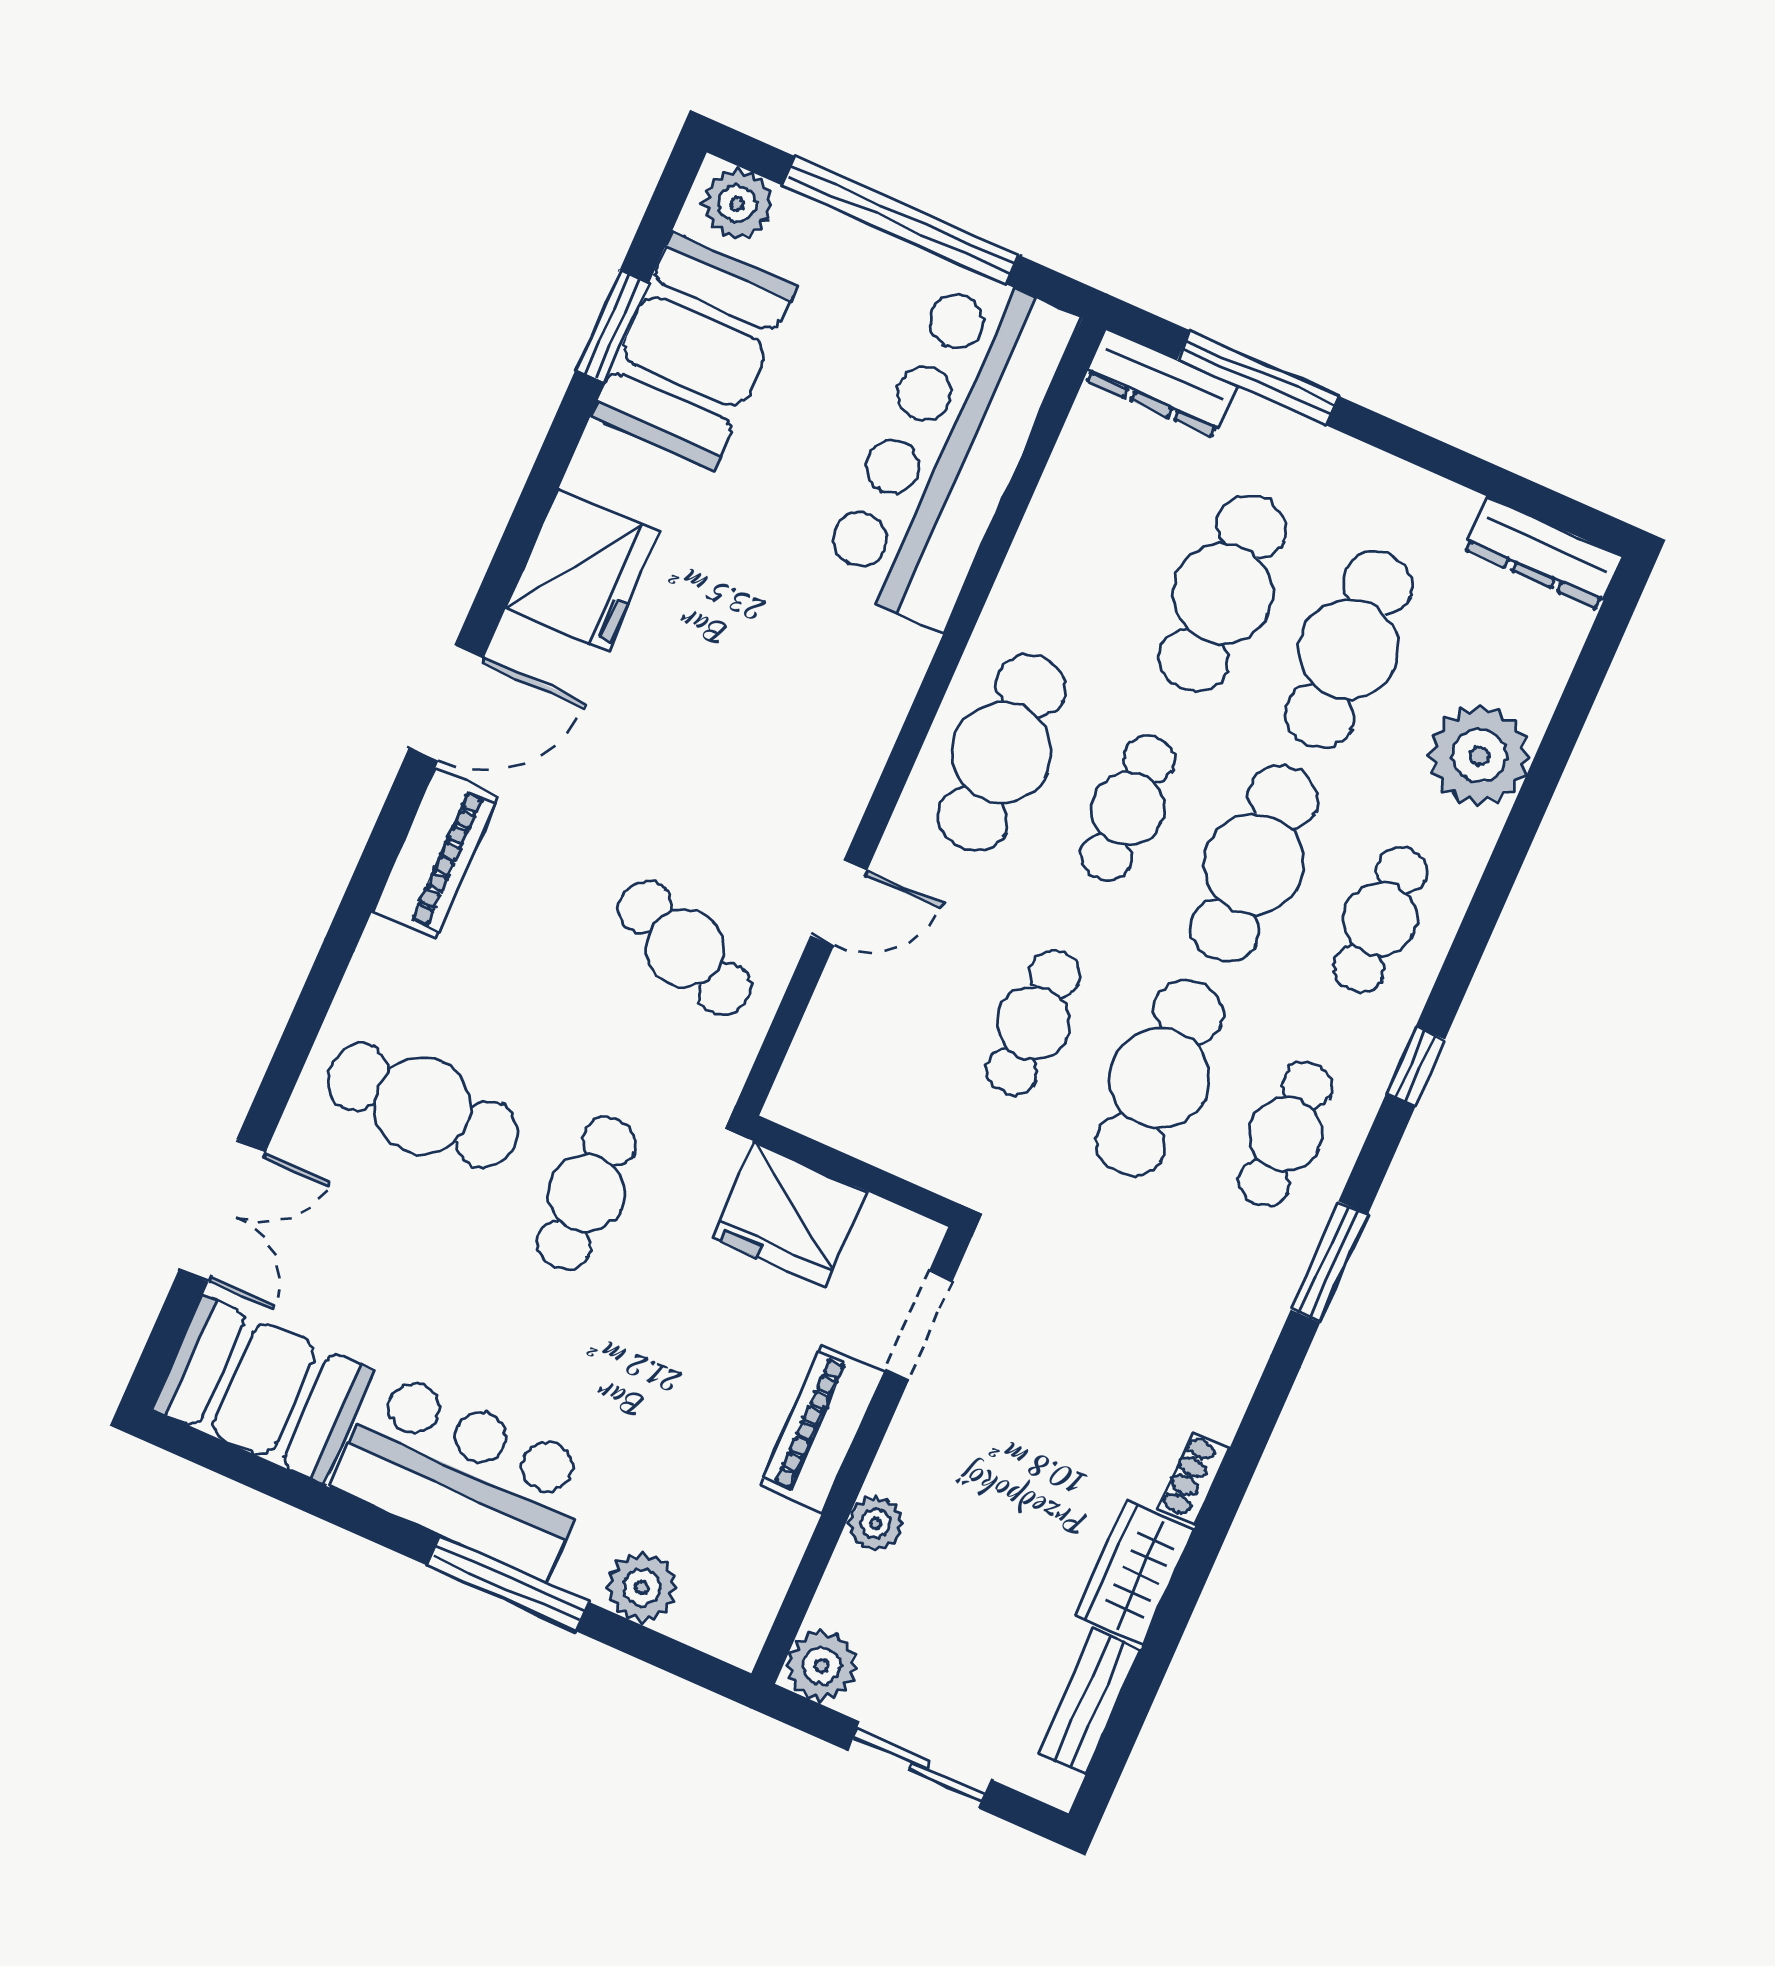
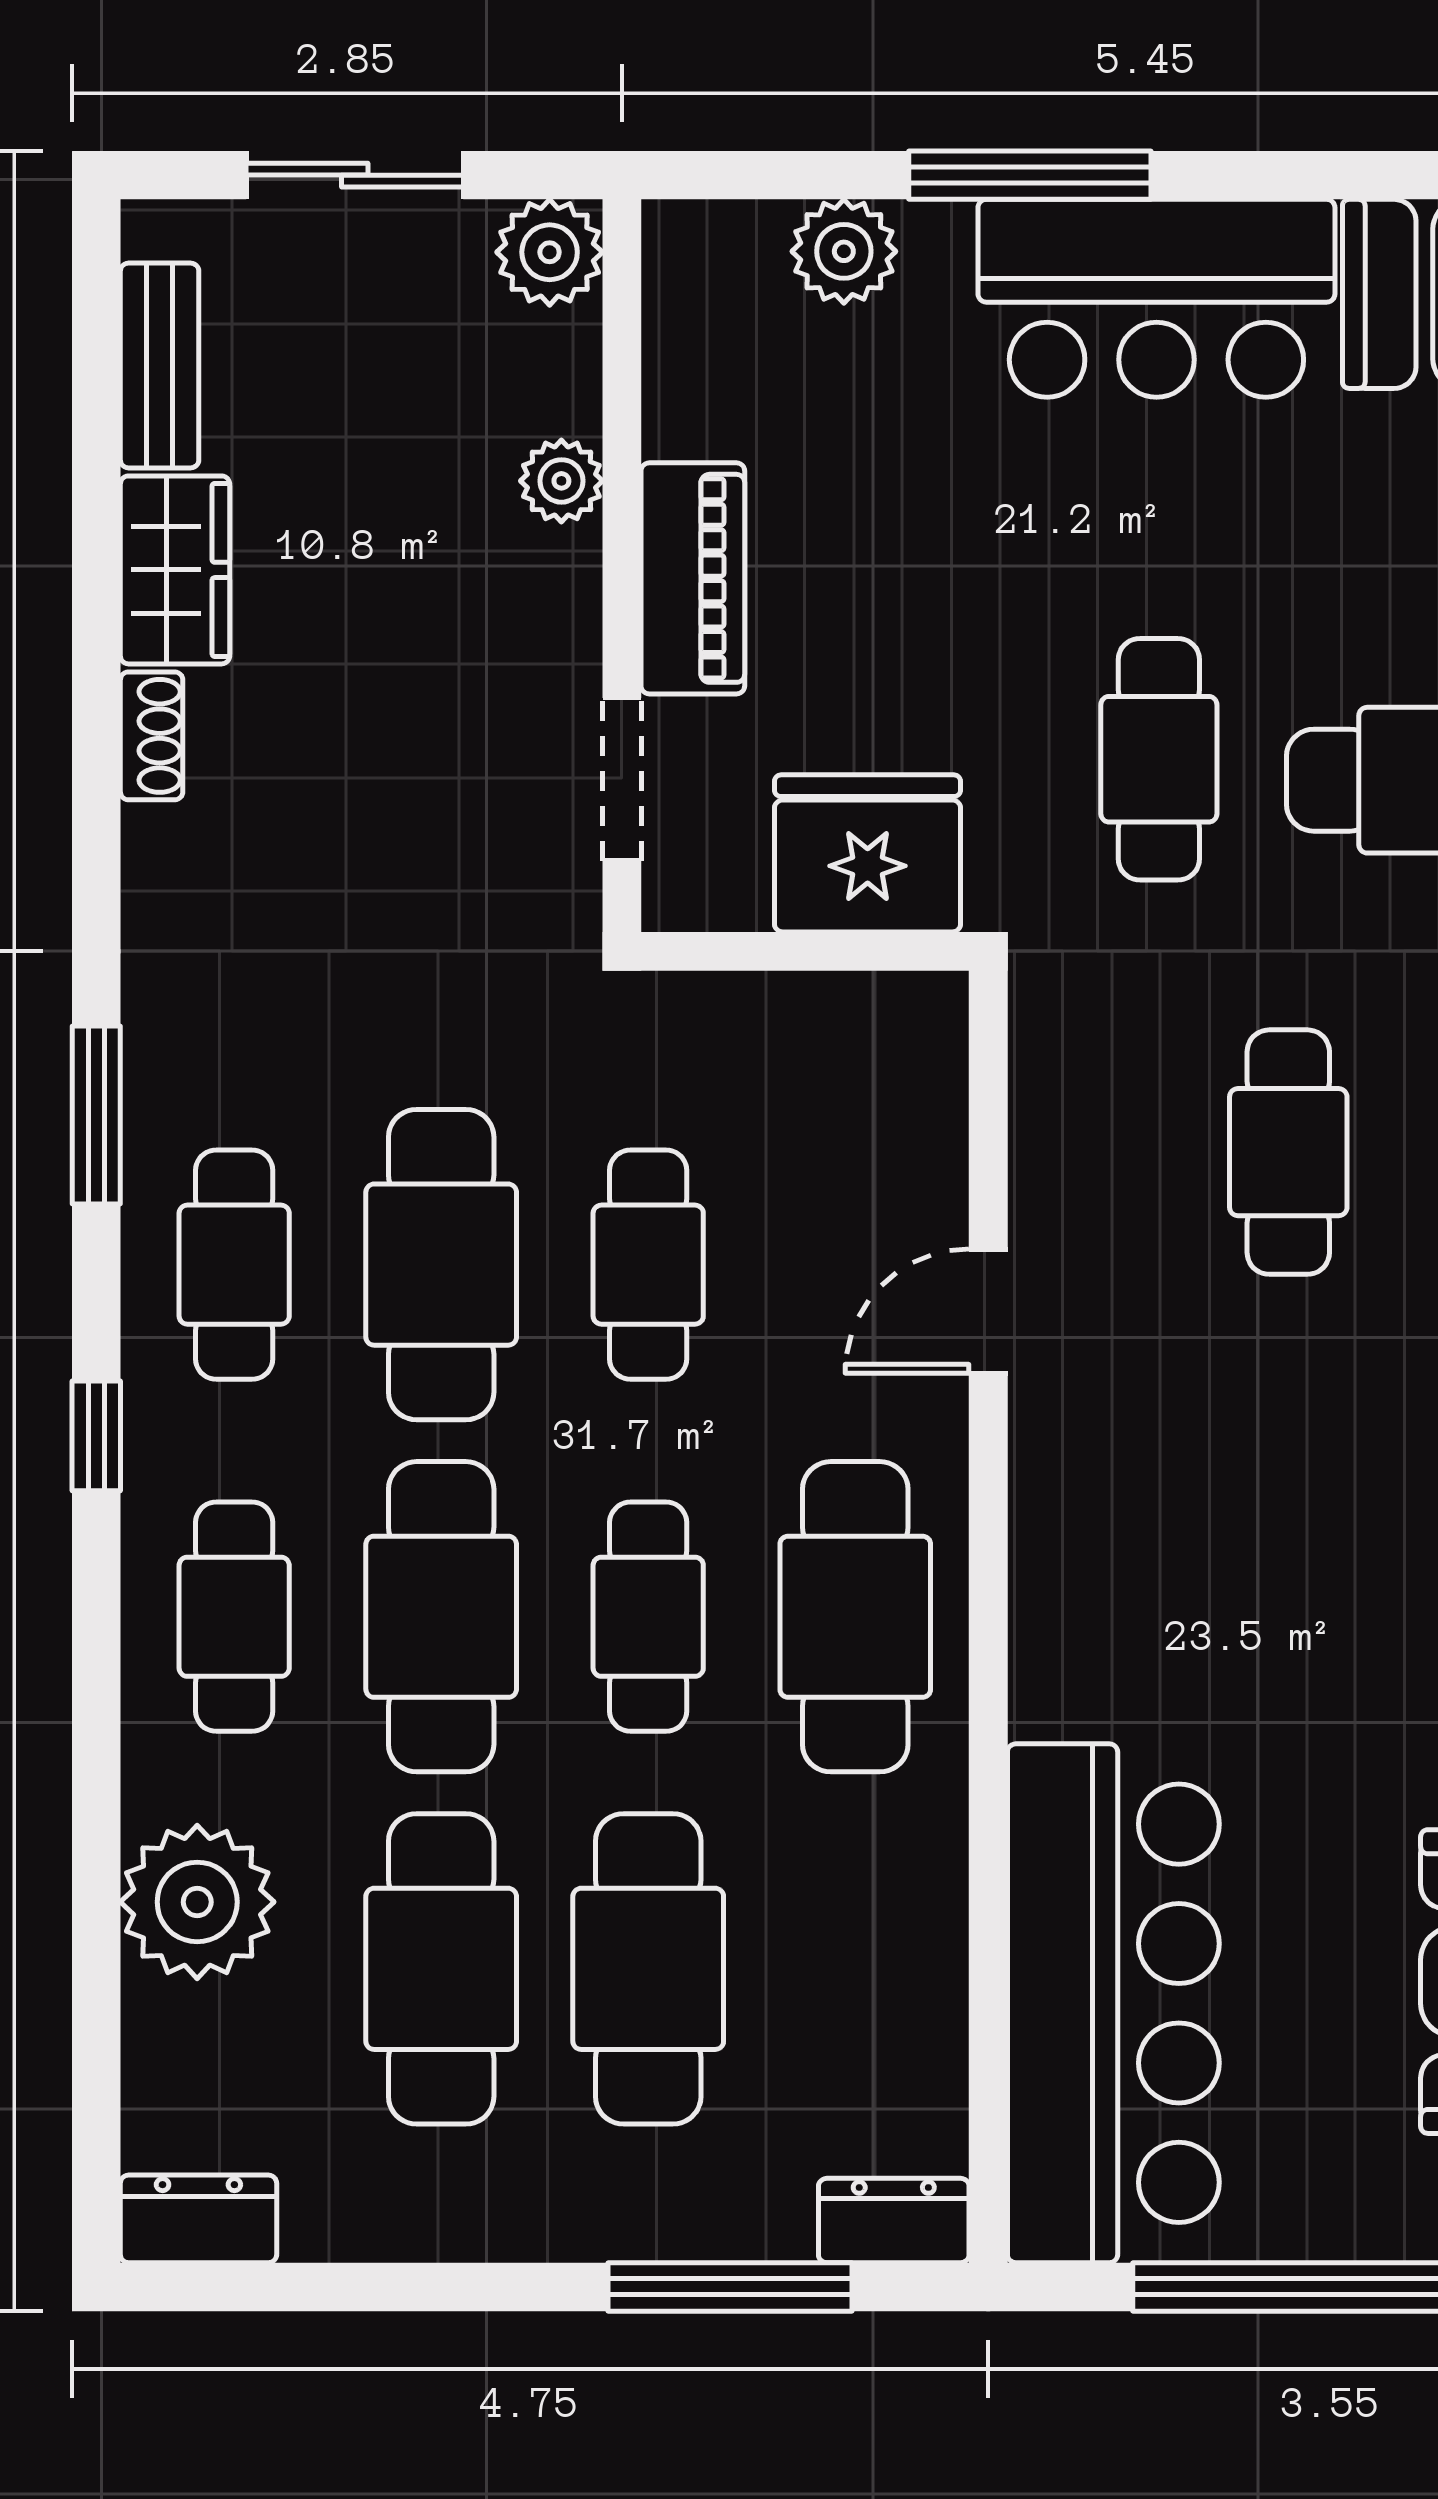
dresser: (1161, 383) -> (894, 2221), width x0.70
dresser: (1543, 553) -> (198, 2219), width x0.70
cafe table: (685, 948) -> (1288, 1152), moved, turned 68

